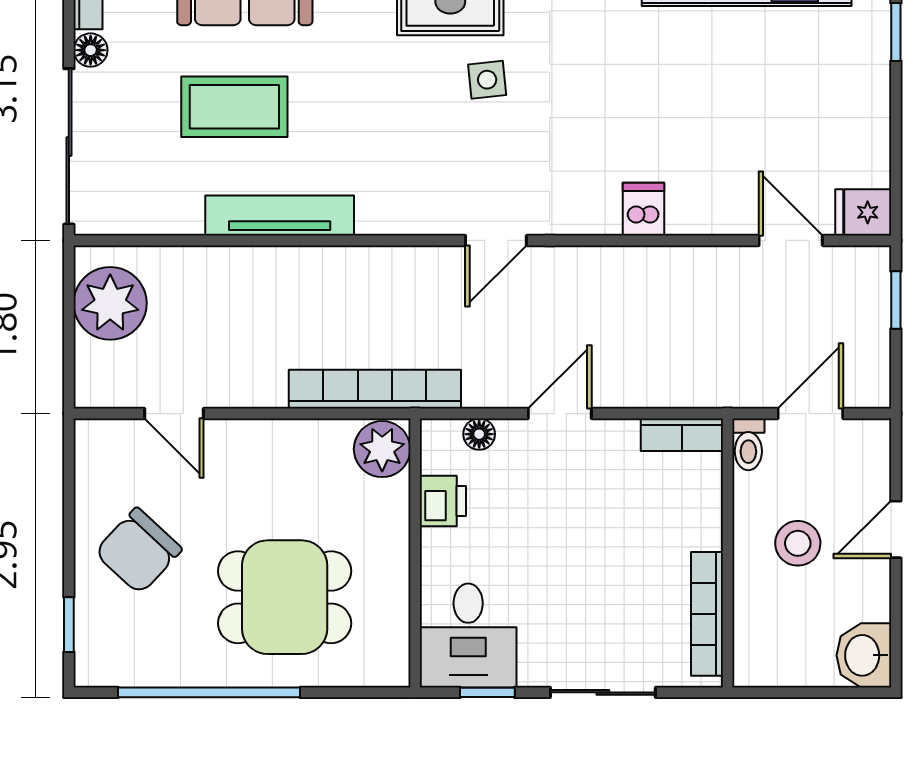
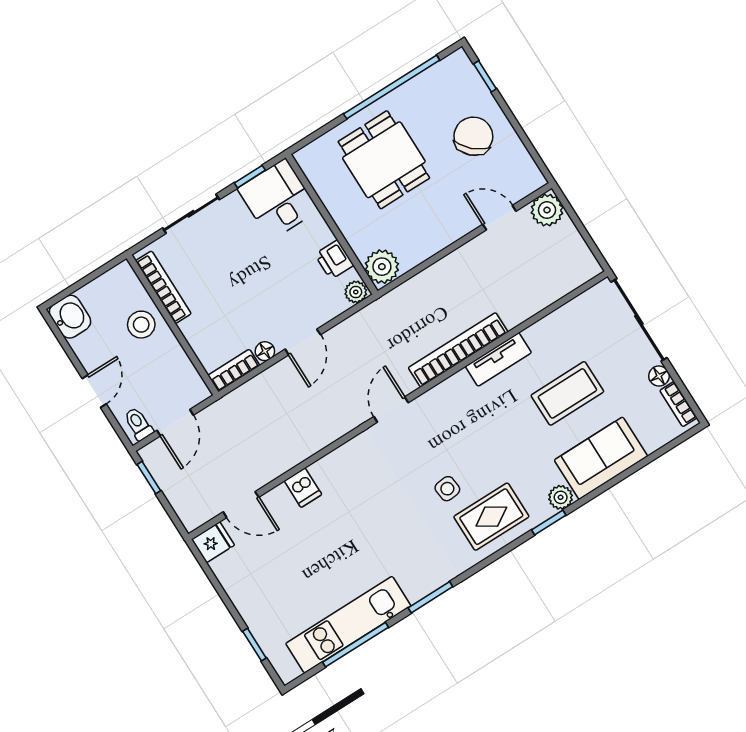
dishwasher: (643, 209) -> (303, 488), moved
tv unit: (280, 216) -> (498, 360), width x0.71
window: (896, 300) -> (149, 478), moved
plant: (110, 303) -> (547, 210), moved, width x0.73, depth x0.73
bookcase: (375, 389) -> (458, 350), moved, turned 180
floor lamp: (479, 434) -> (265, 351), moved
plant: (441, 437) -> (356, 292), added
toilet: (748, 444) -> (138, 424), moved
stool: (798, 543) -> (141, 325), moved
dining table: (285, 597) -> (384, 160), turned 90

